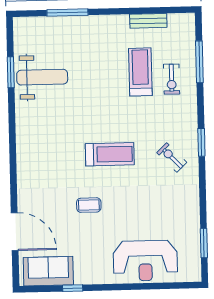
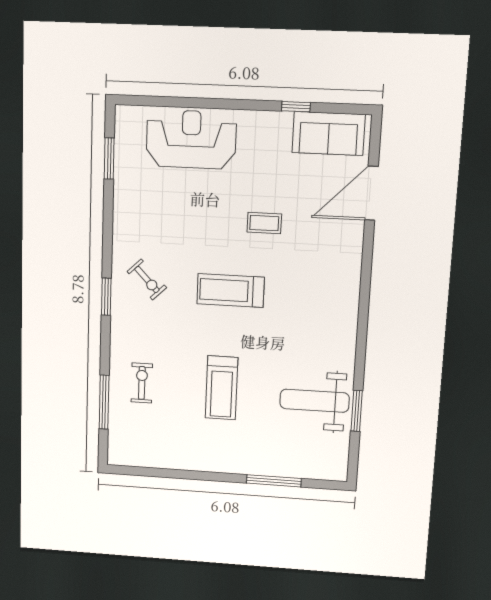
bench: (148, 21) -> (168, 460), removed
treadmill: (140, 72) -> (222, 388), moved
door: (15, 232) -> (371, 193), hinge flipped

